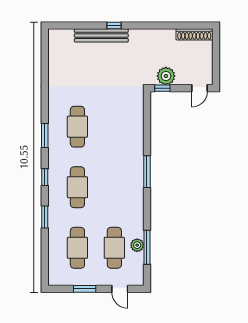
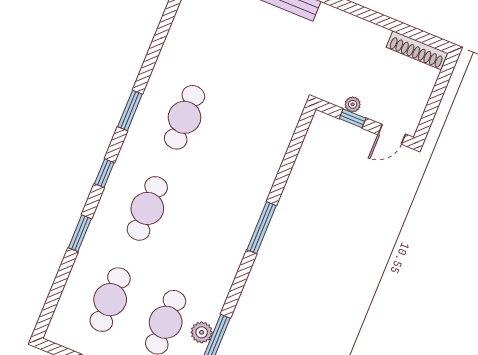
plant: (166, 76) -> (353, 104), width x0.53, depth x0.53
window: (162, 88) -> (353, 118), moved

